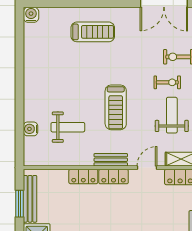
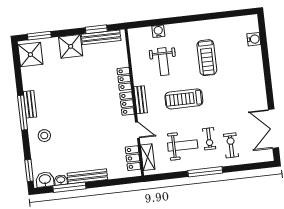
water cooler: (31, 15) -> (254, 39), moved
treadmill: (93, 32) -> (207, 58), moved

